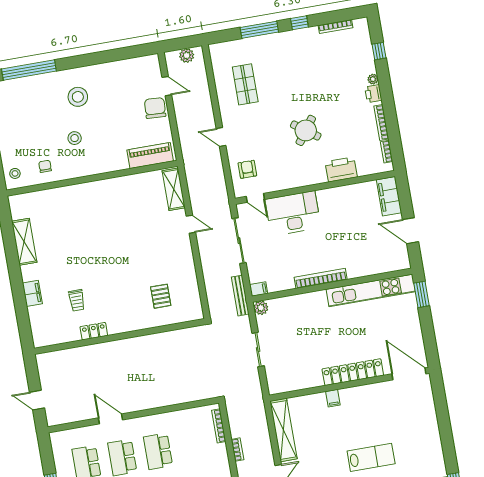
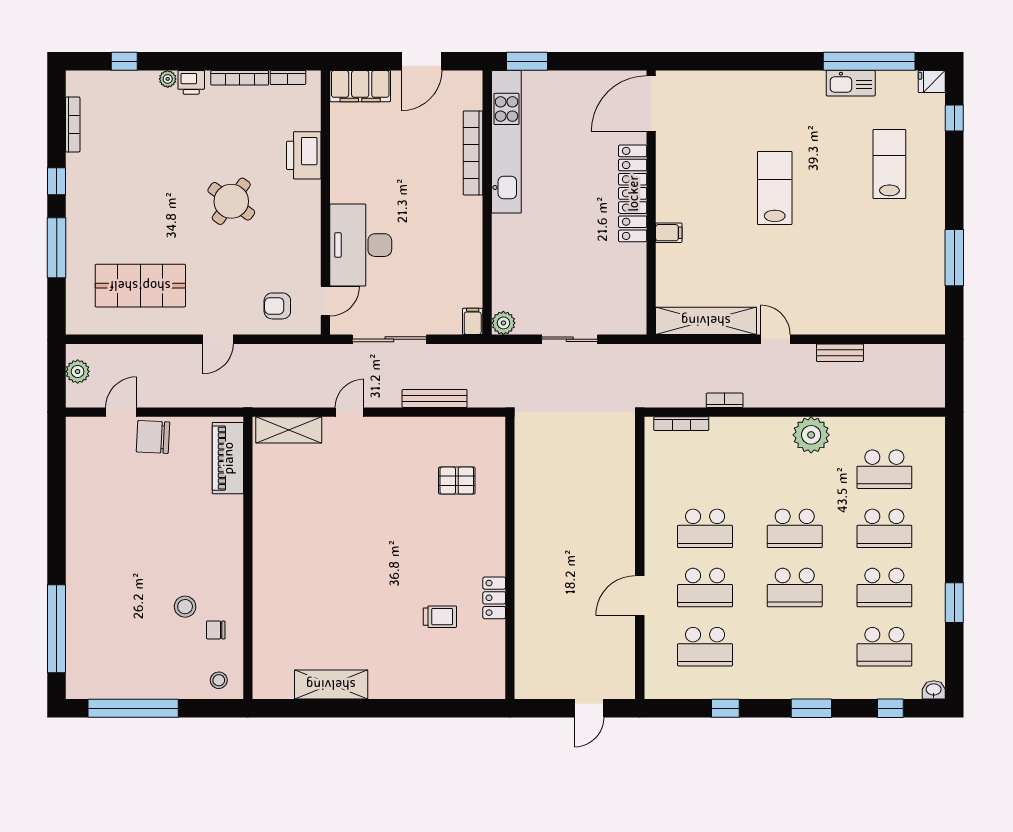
shop shelf: (245, 84) -> (140, 286), width x1.43, depth x1.36
stool: (78, 97) -> (113, 558), removed
stool: (75, 138) -> (185, 607), moved
bookcase: (321, 278) -> (473, 153), moved
filing cabinet: (32, 293) -> (416, 686), removed
bench: (240, 296) -> (435, 399), moved

